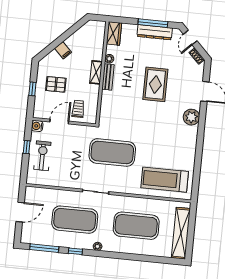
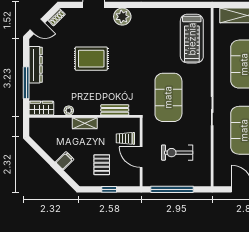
window: (153, 23) -> (26, 83), moved
bench: (108, 77) -> (115, 110), moved
water cooler: (37, 126) -> (148, 180), removed
window: (27, 147) -> (172, 189), width x3.17
exercise bike: (42, 156) -> (177, 153), moved

